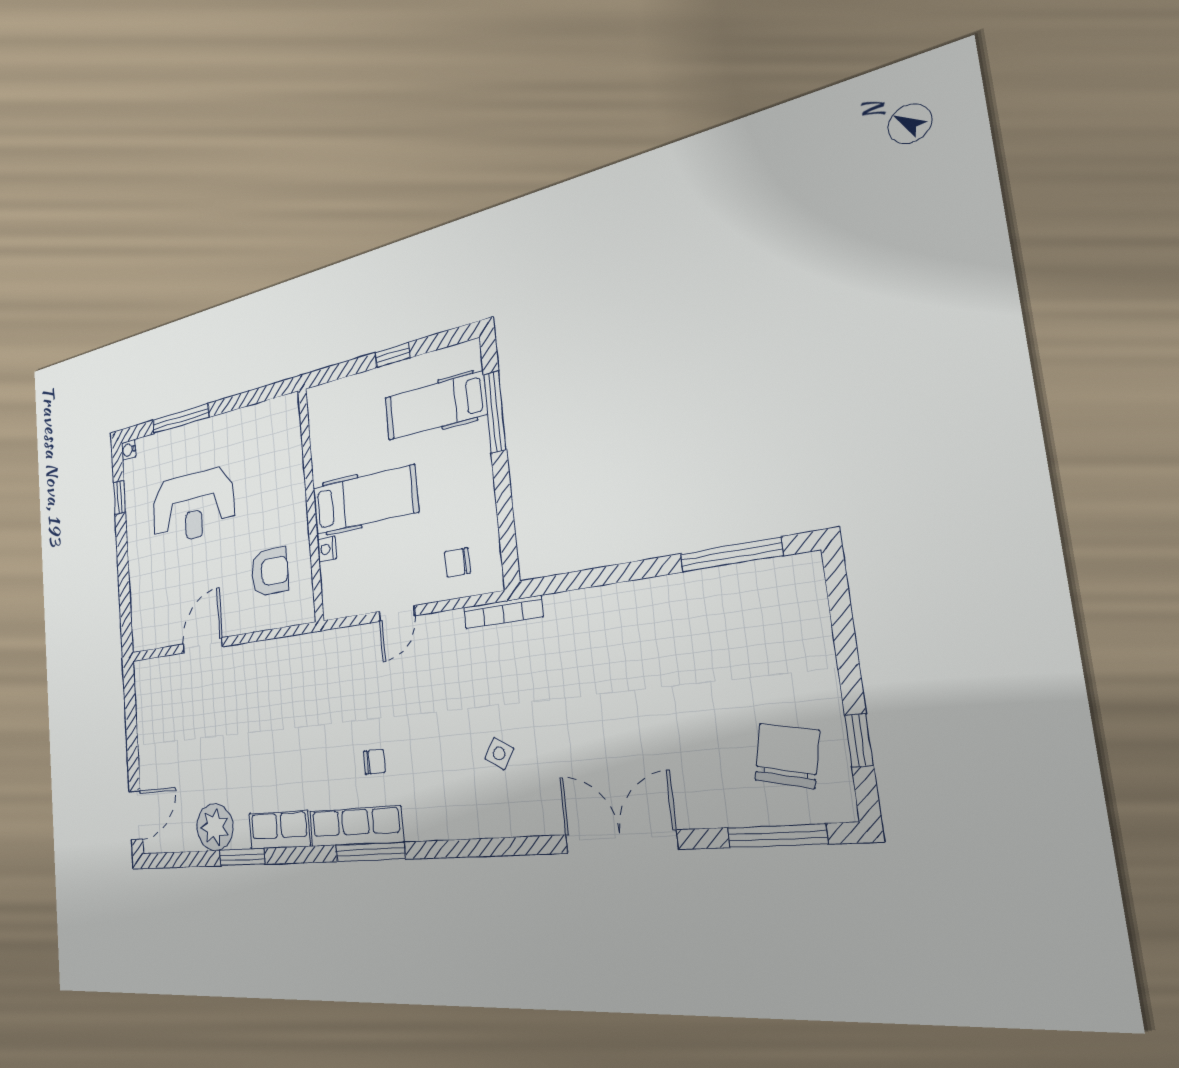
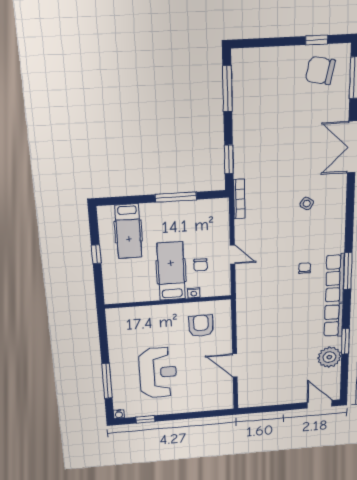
window: (495, 412) -> (176, 197), moved
chair: (458, 562) -> (200, 265), moved
window: (581, 580) -> (229, 159), added

